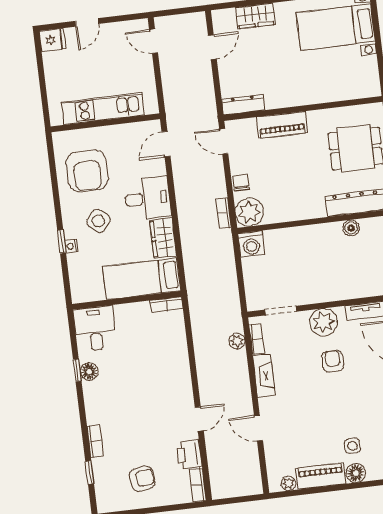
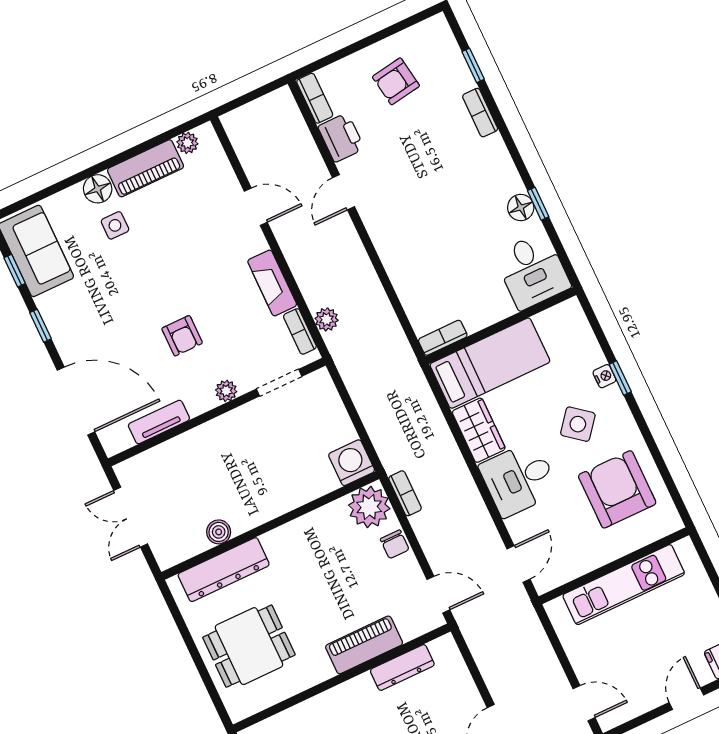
dresser: (243, 105) -> (402, 667), moved
plant: (323, 322) -> (226, 391), width x0.53, depth x0.53

